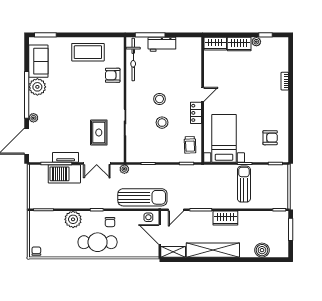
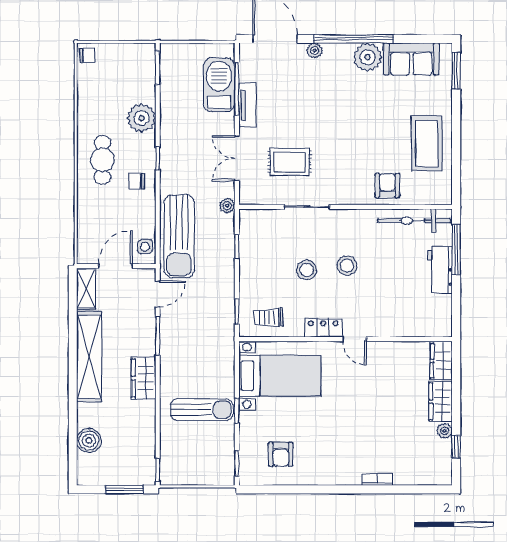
barbecue: (64, 174) -> (219, 85), moved
door: (176, 210) -> (158, 294), swing flipped
cafe table: (98, 242) -> (102, 160), width x0.73, depth x0.74

